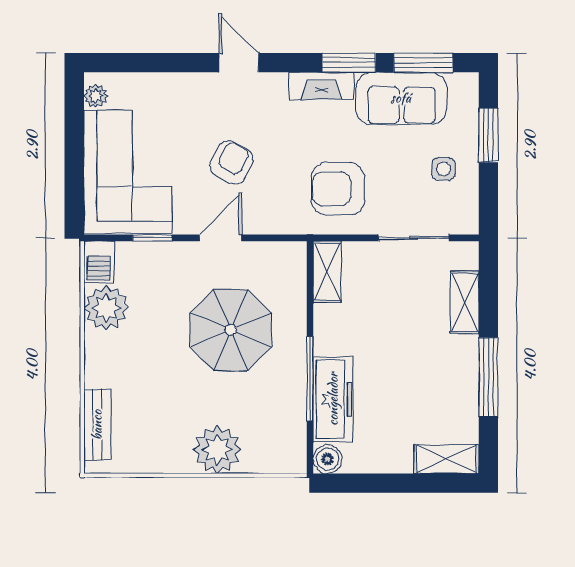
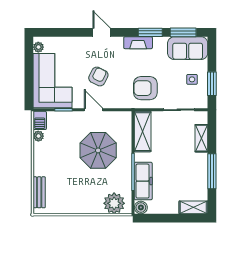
sofa: (401, 98) -> (188, 48), moved
window: (488, 135) -> (212, 84), moved
door: (221, 238) -> (94, 110), hinge flipped
shelving: (327, 272) -> (143, 132), width x1.50, depth x1.33
plant: (106, 308) -> (38, 136), width x0.53, depth x0.53
plant: (217, 450) -> (114, 203), moved

